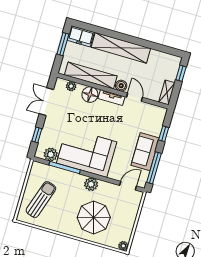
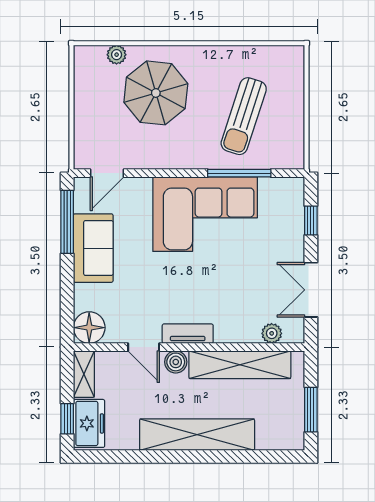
freezer: (81, 36) -> (89, 423), moved, turned 90
floor lamp: (90, 95) -> (89, 328), moved
double door: (46, 102) -> (311, 290), swing flipped
window: (164, 134) -> (67, 293), removed
plant: (51, 154) -> (273, 191), removed
plant: (91, 184) -> (179, 156), removed
sun lounger: (41, 200) -> (244, 116), moved
plant: (123, 246) -> (117, 55), moved

